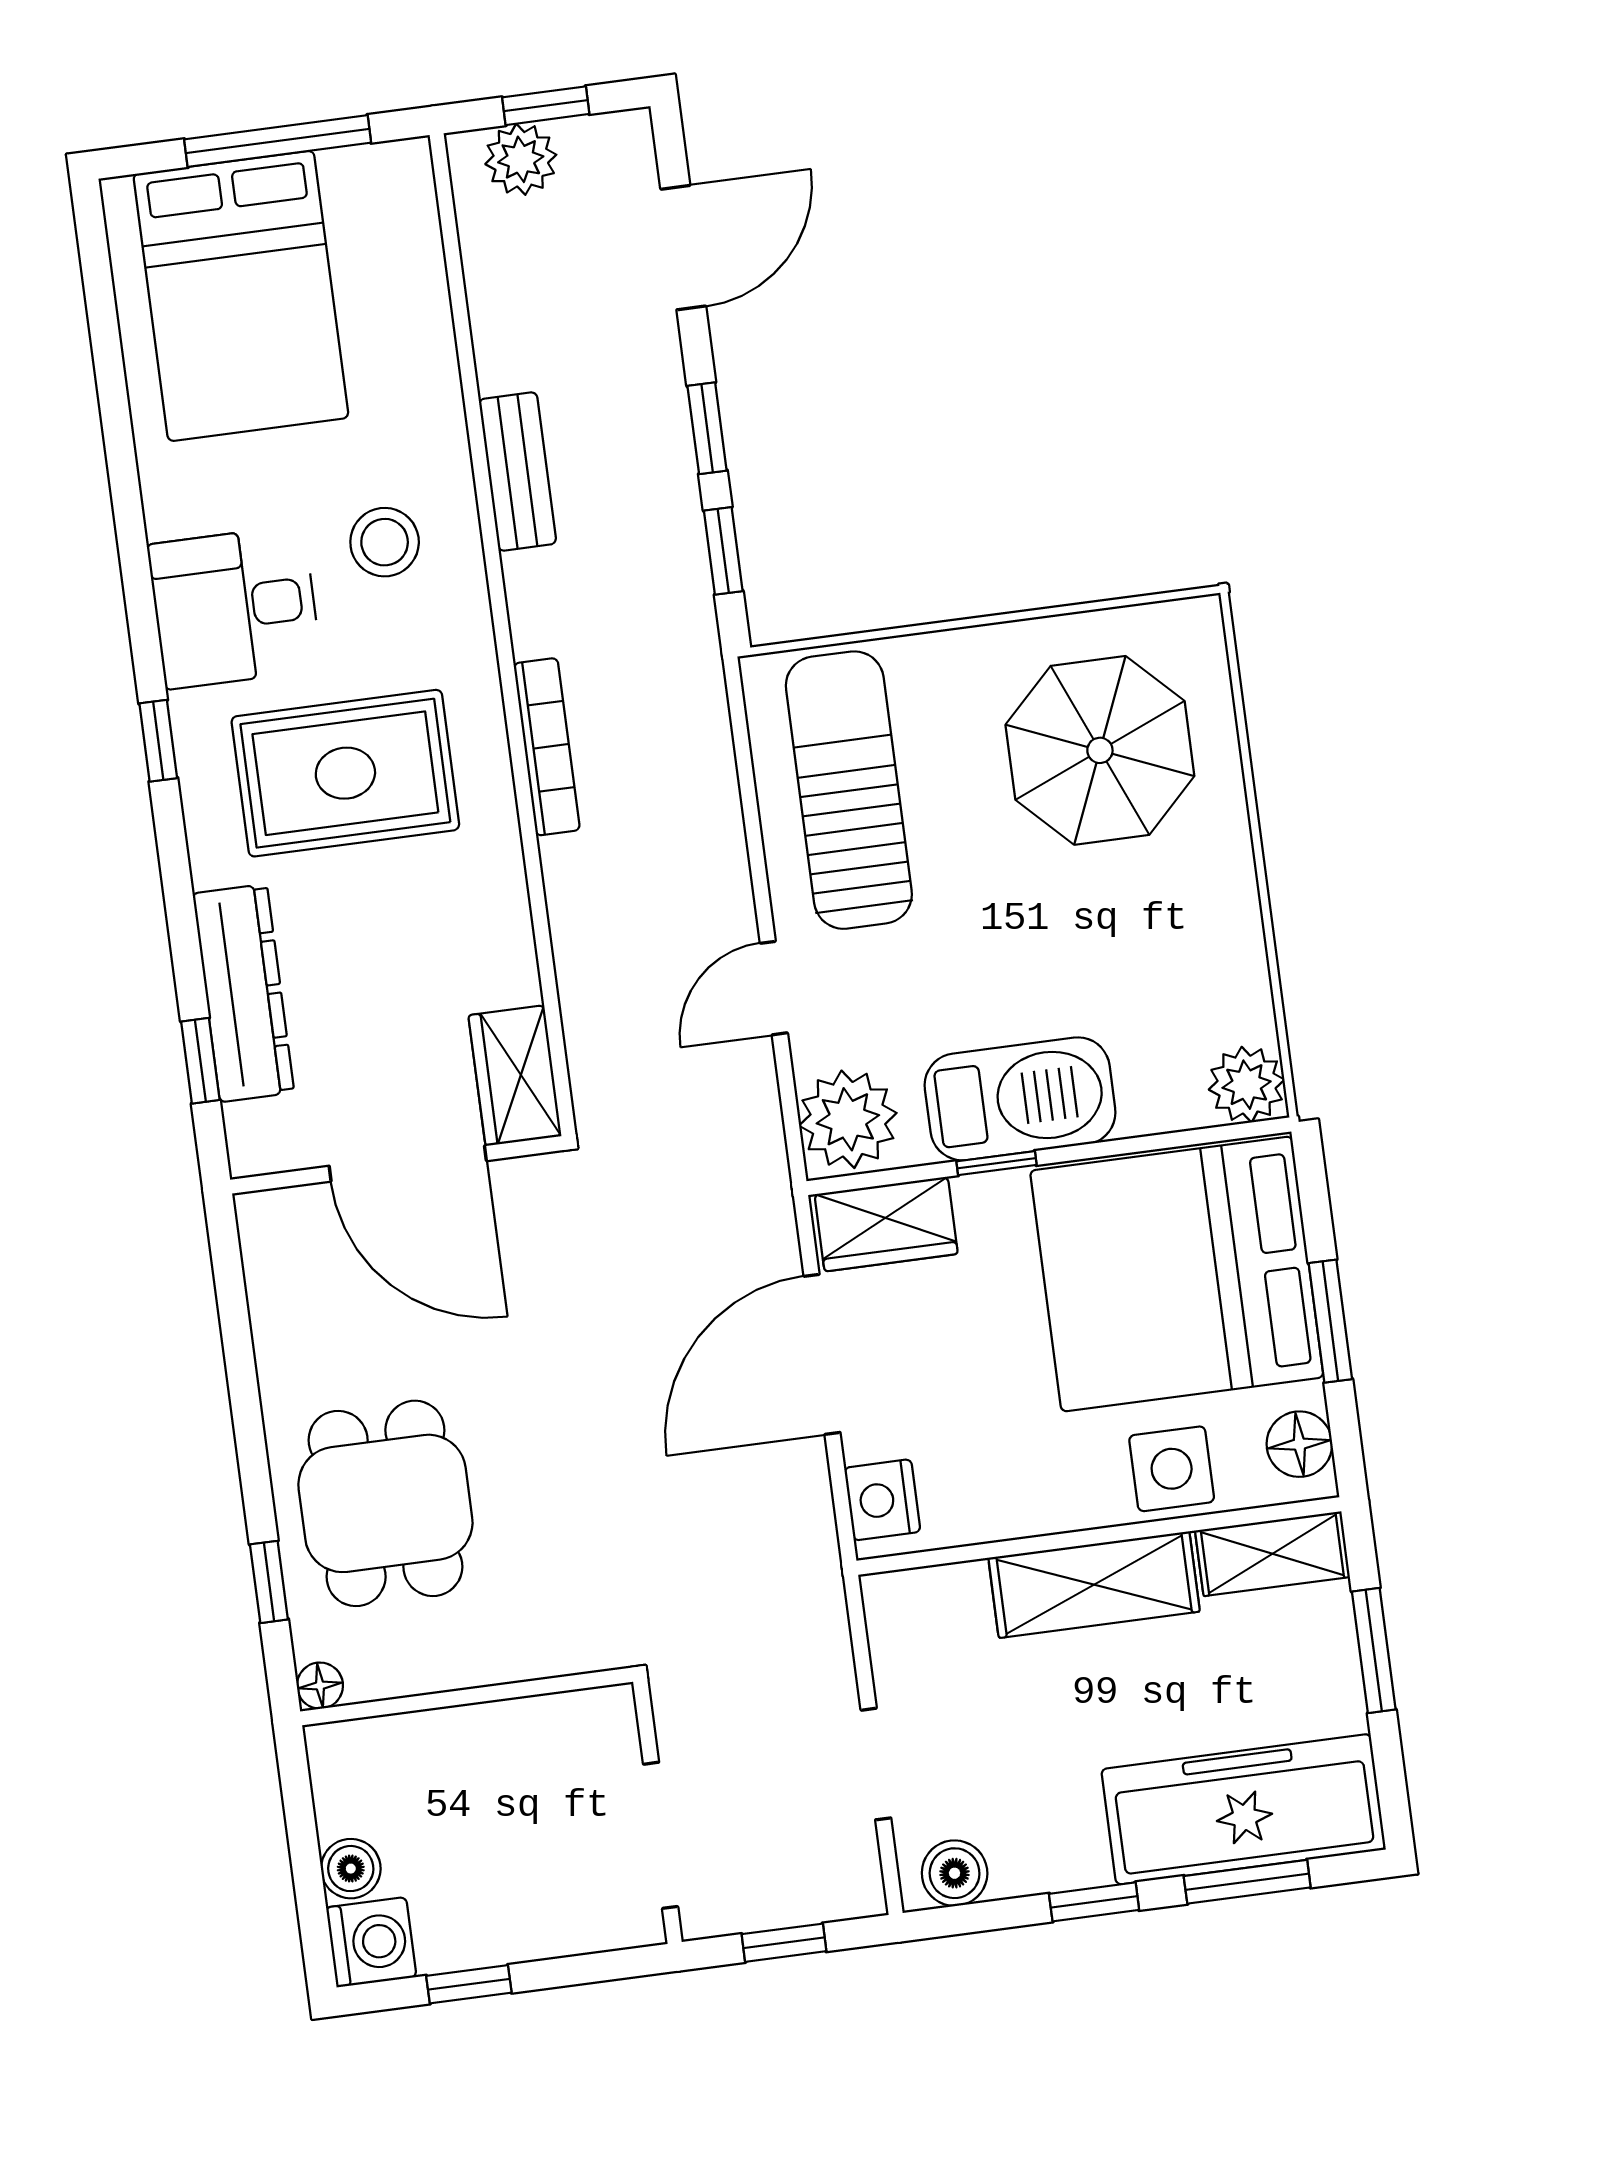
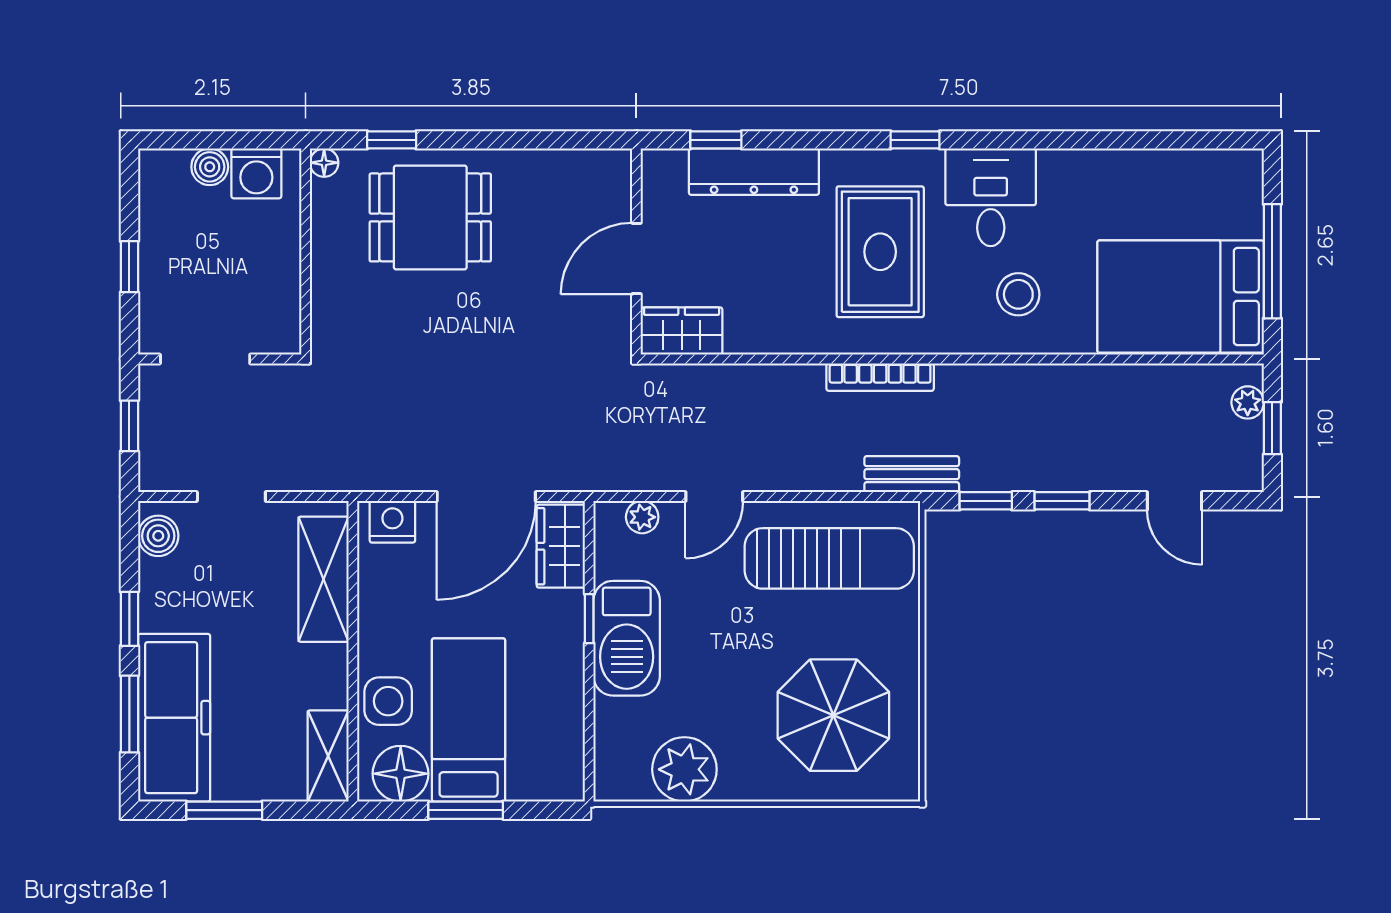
plant: (521, 159) -> (1248, 402), width x0.73, depth x0.73
door: (683, 248) -> (1174, 501), width x0.73
bed: (241, 296) -> (1181, 297), moved
bench: (518, 472) -> (912, 474), moved
door: (774, 988) -> (714, 497), swing flipped
plant: (1247, 1085) -> (684, 769), moved, width x1.36, depth x1.36
plant: (848, 1119) -> (642, 517), width x0.53, depth x0.53
door: (408, 1163) -> (636, 259), width x0.73
bed: (1177, 1274) -> (469, 720), width x0.49
door: (822, 1354) -> (486, 497), swing flipped
floor lamp: (1299, 1444) -> (401, 774), width x1.38, depth x1.38
shelving: (1094, 1585) -> (324, 579), moved
window: (1374, 1651) -> (224, 810), moved
washing machine: (371, 1942) -> (256, 173), moved
window: (469, 1984) -> (129, 267), moved

